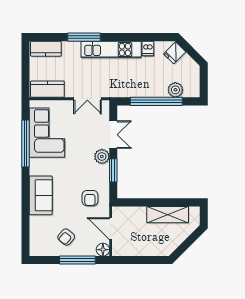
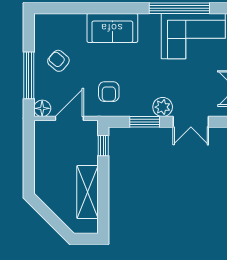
armchair: (90, 198) -> (109, 92), turned -90
window: (132, 202) -> (103, 146), added

